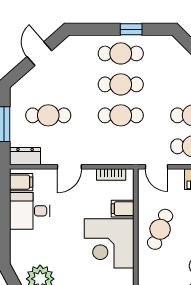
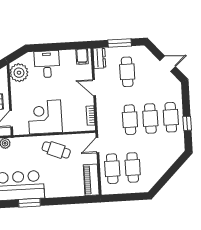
filing cabinet: (123, 209) -> (68, 124), removed
desk: (30, 211) -> (47, 64), moved

